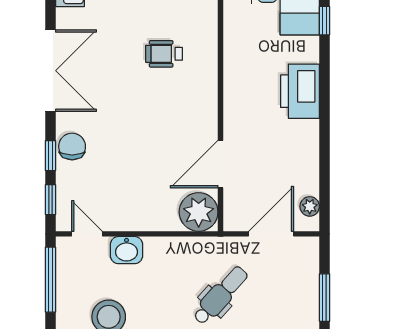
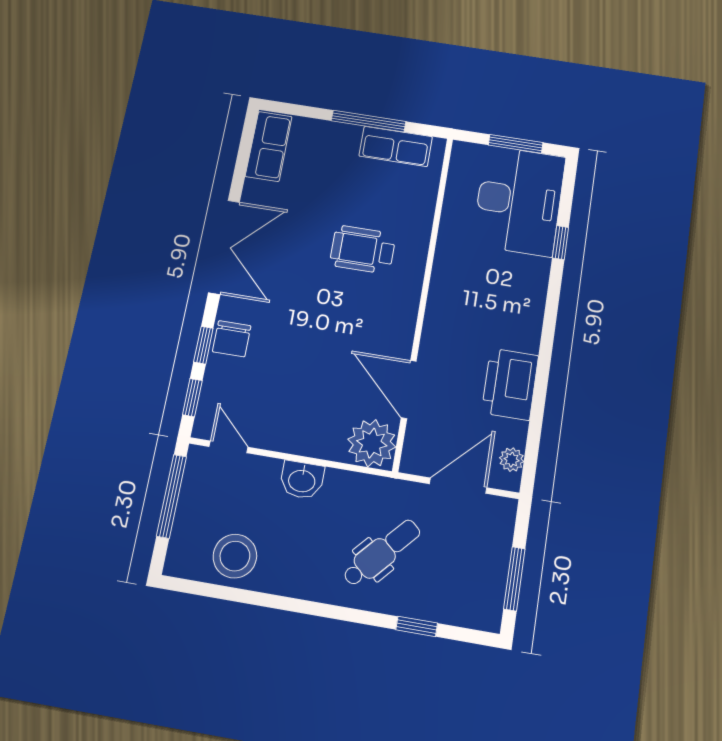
wheelchair: (164, 54) -> (363, 250), width x1.36, depth x1.37
printer: (300, 91) -> (510, 384), moved
chair: (72, 147) -> (232, 339), turned 180
door: (220, 164) -> (409, 389), hinge flipped
washbasin: (127, 250) -> (302, 480), moved

